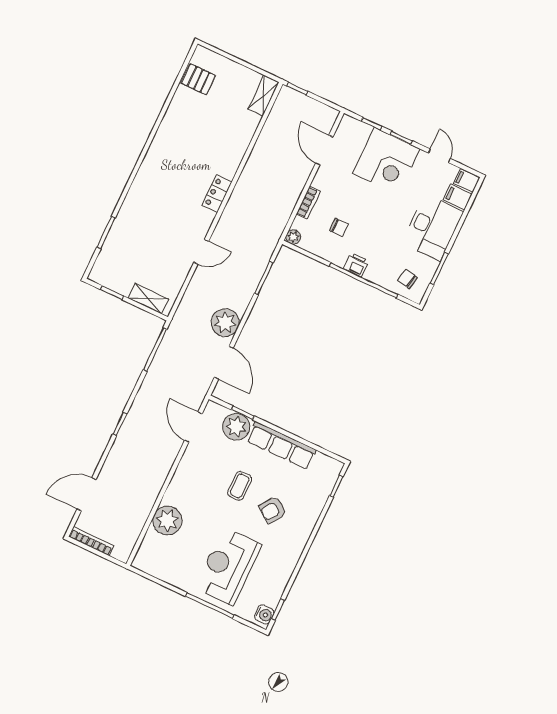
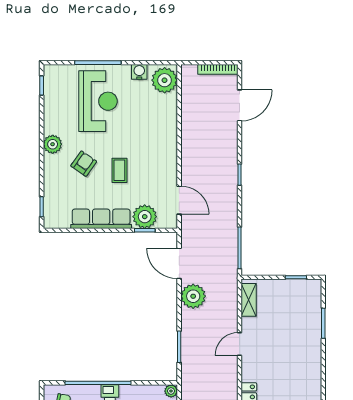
shelving: (148, 299) -> (249, 300), moved, turned 90
plant: (167, 520) -> (165, 80), moved
plant: (295, 544) -> (53, 144), added
water cooler: (264, 614) -> (139, 72), moved, turned 90

